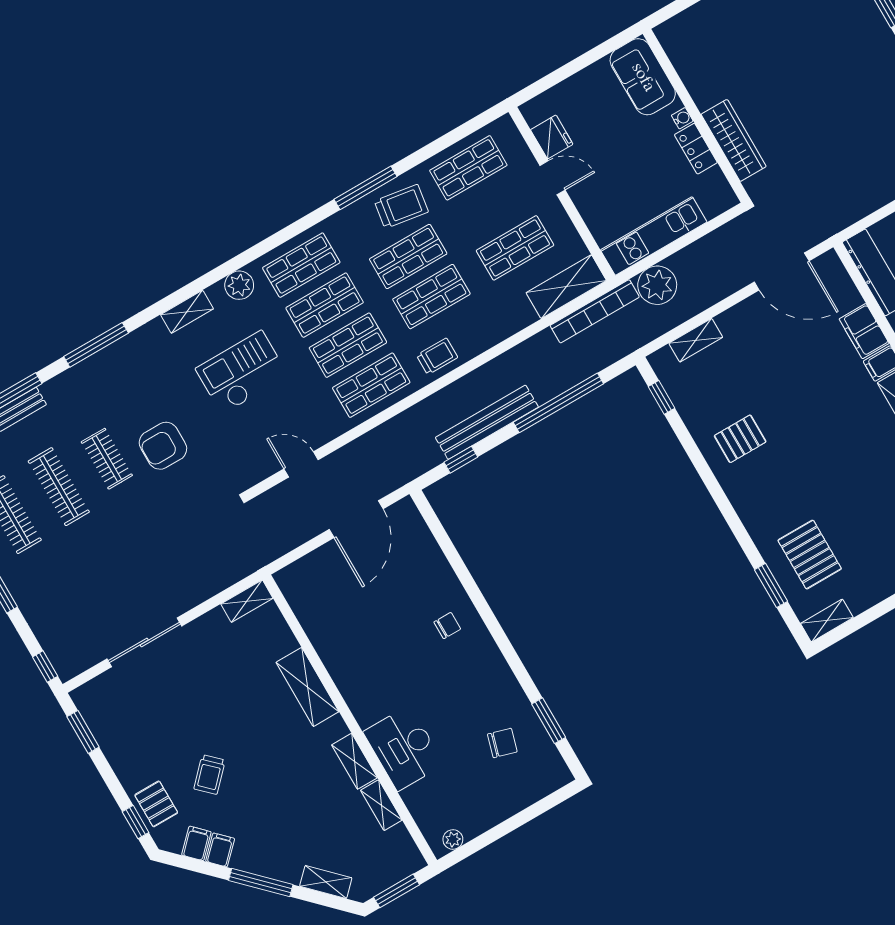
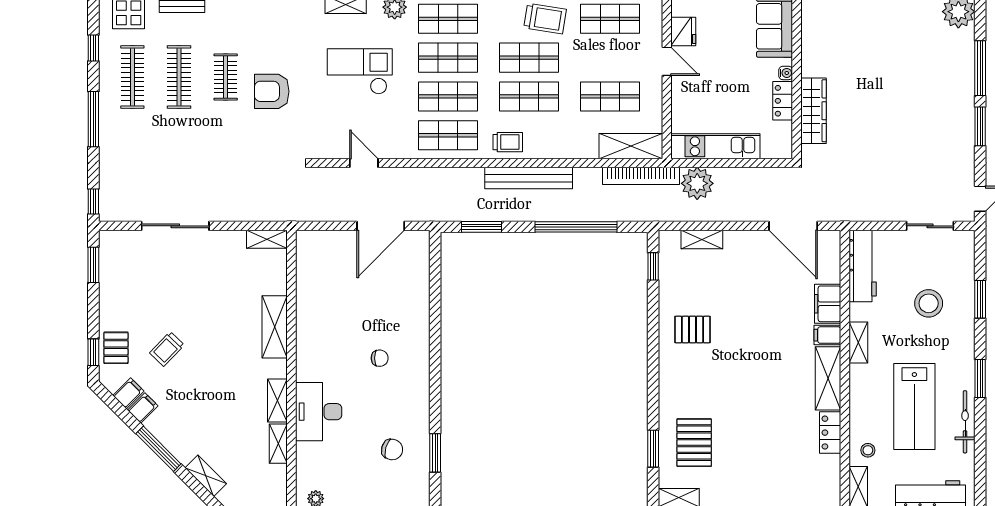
bench: (487, 422) -> (529, 178), moved
window: (461, 460) -> (482, 227), width x1.50
chair: (447, 625) -> (380, 358), moved

